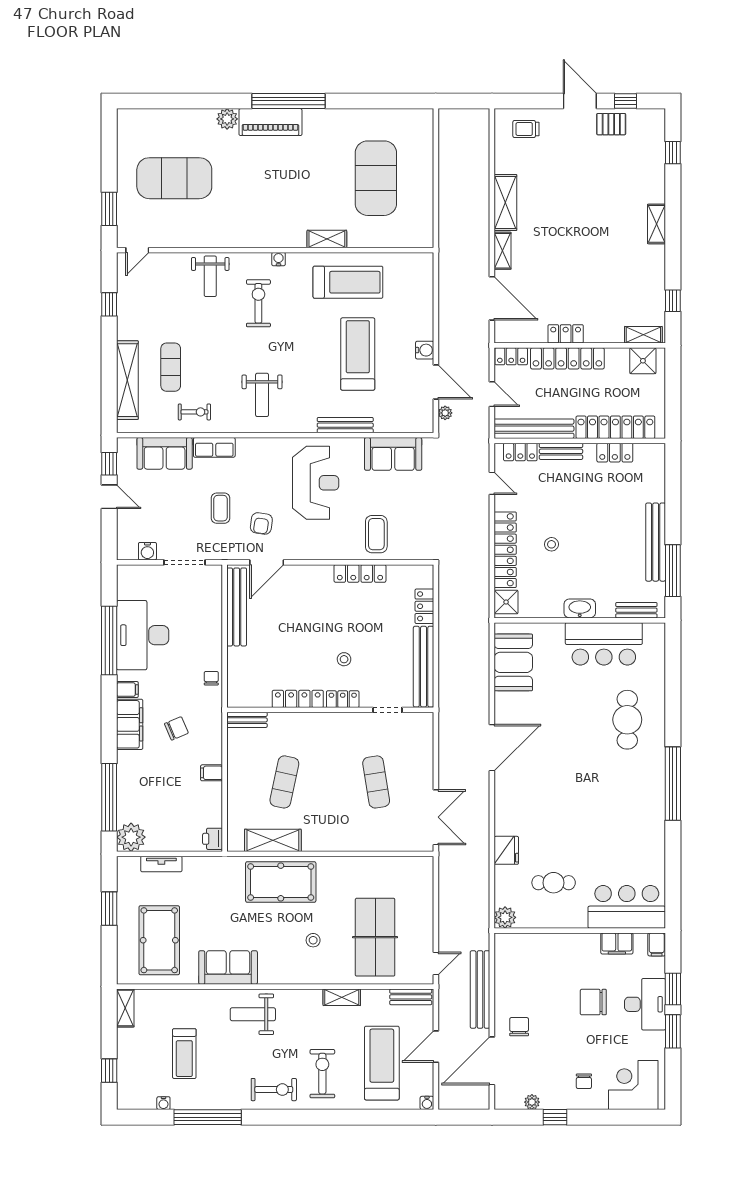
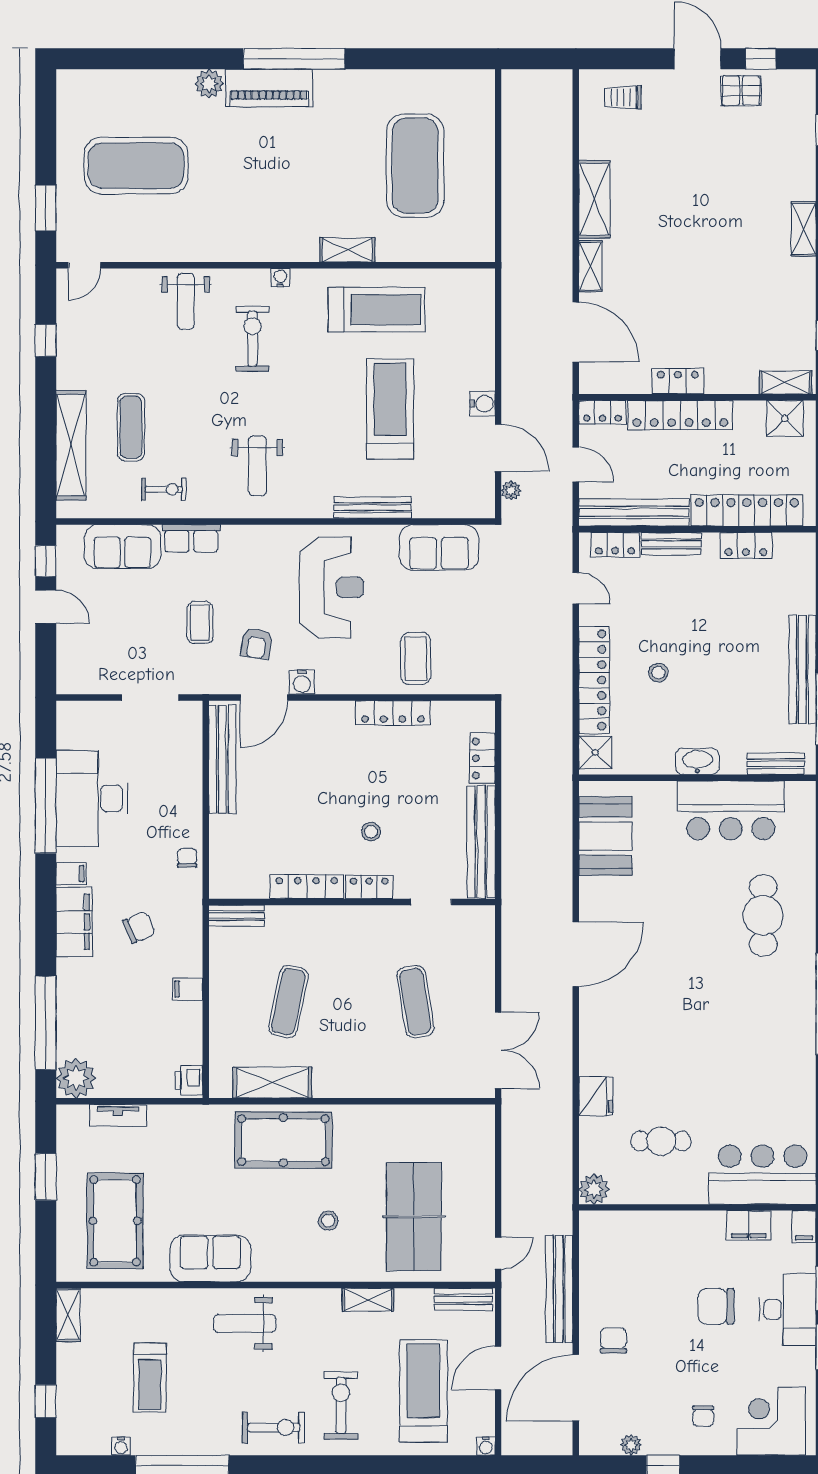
water cooler: (147, 551) -> (302, 682), moved

